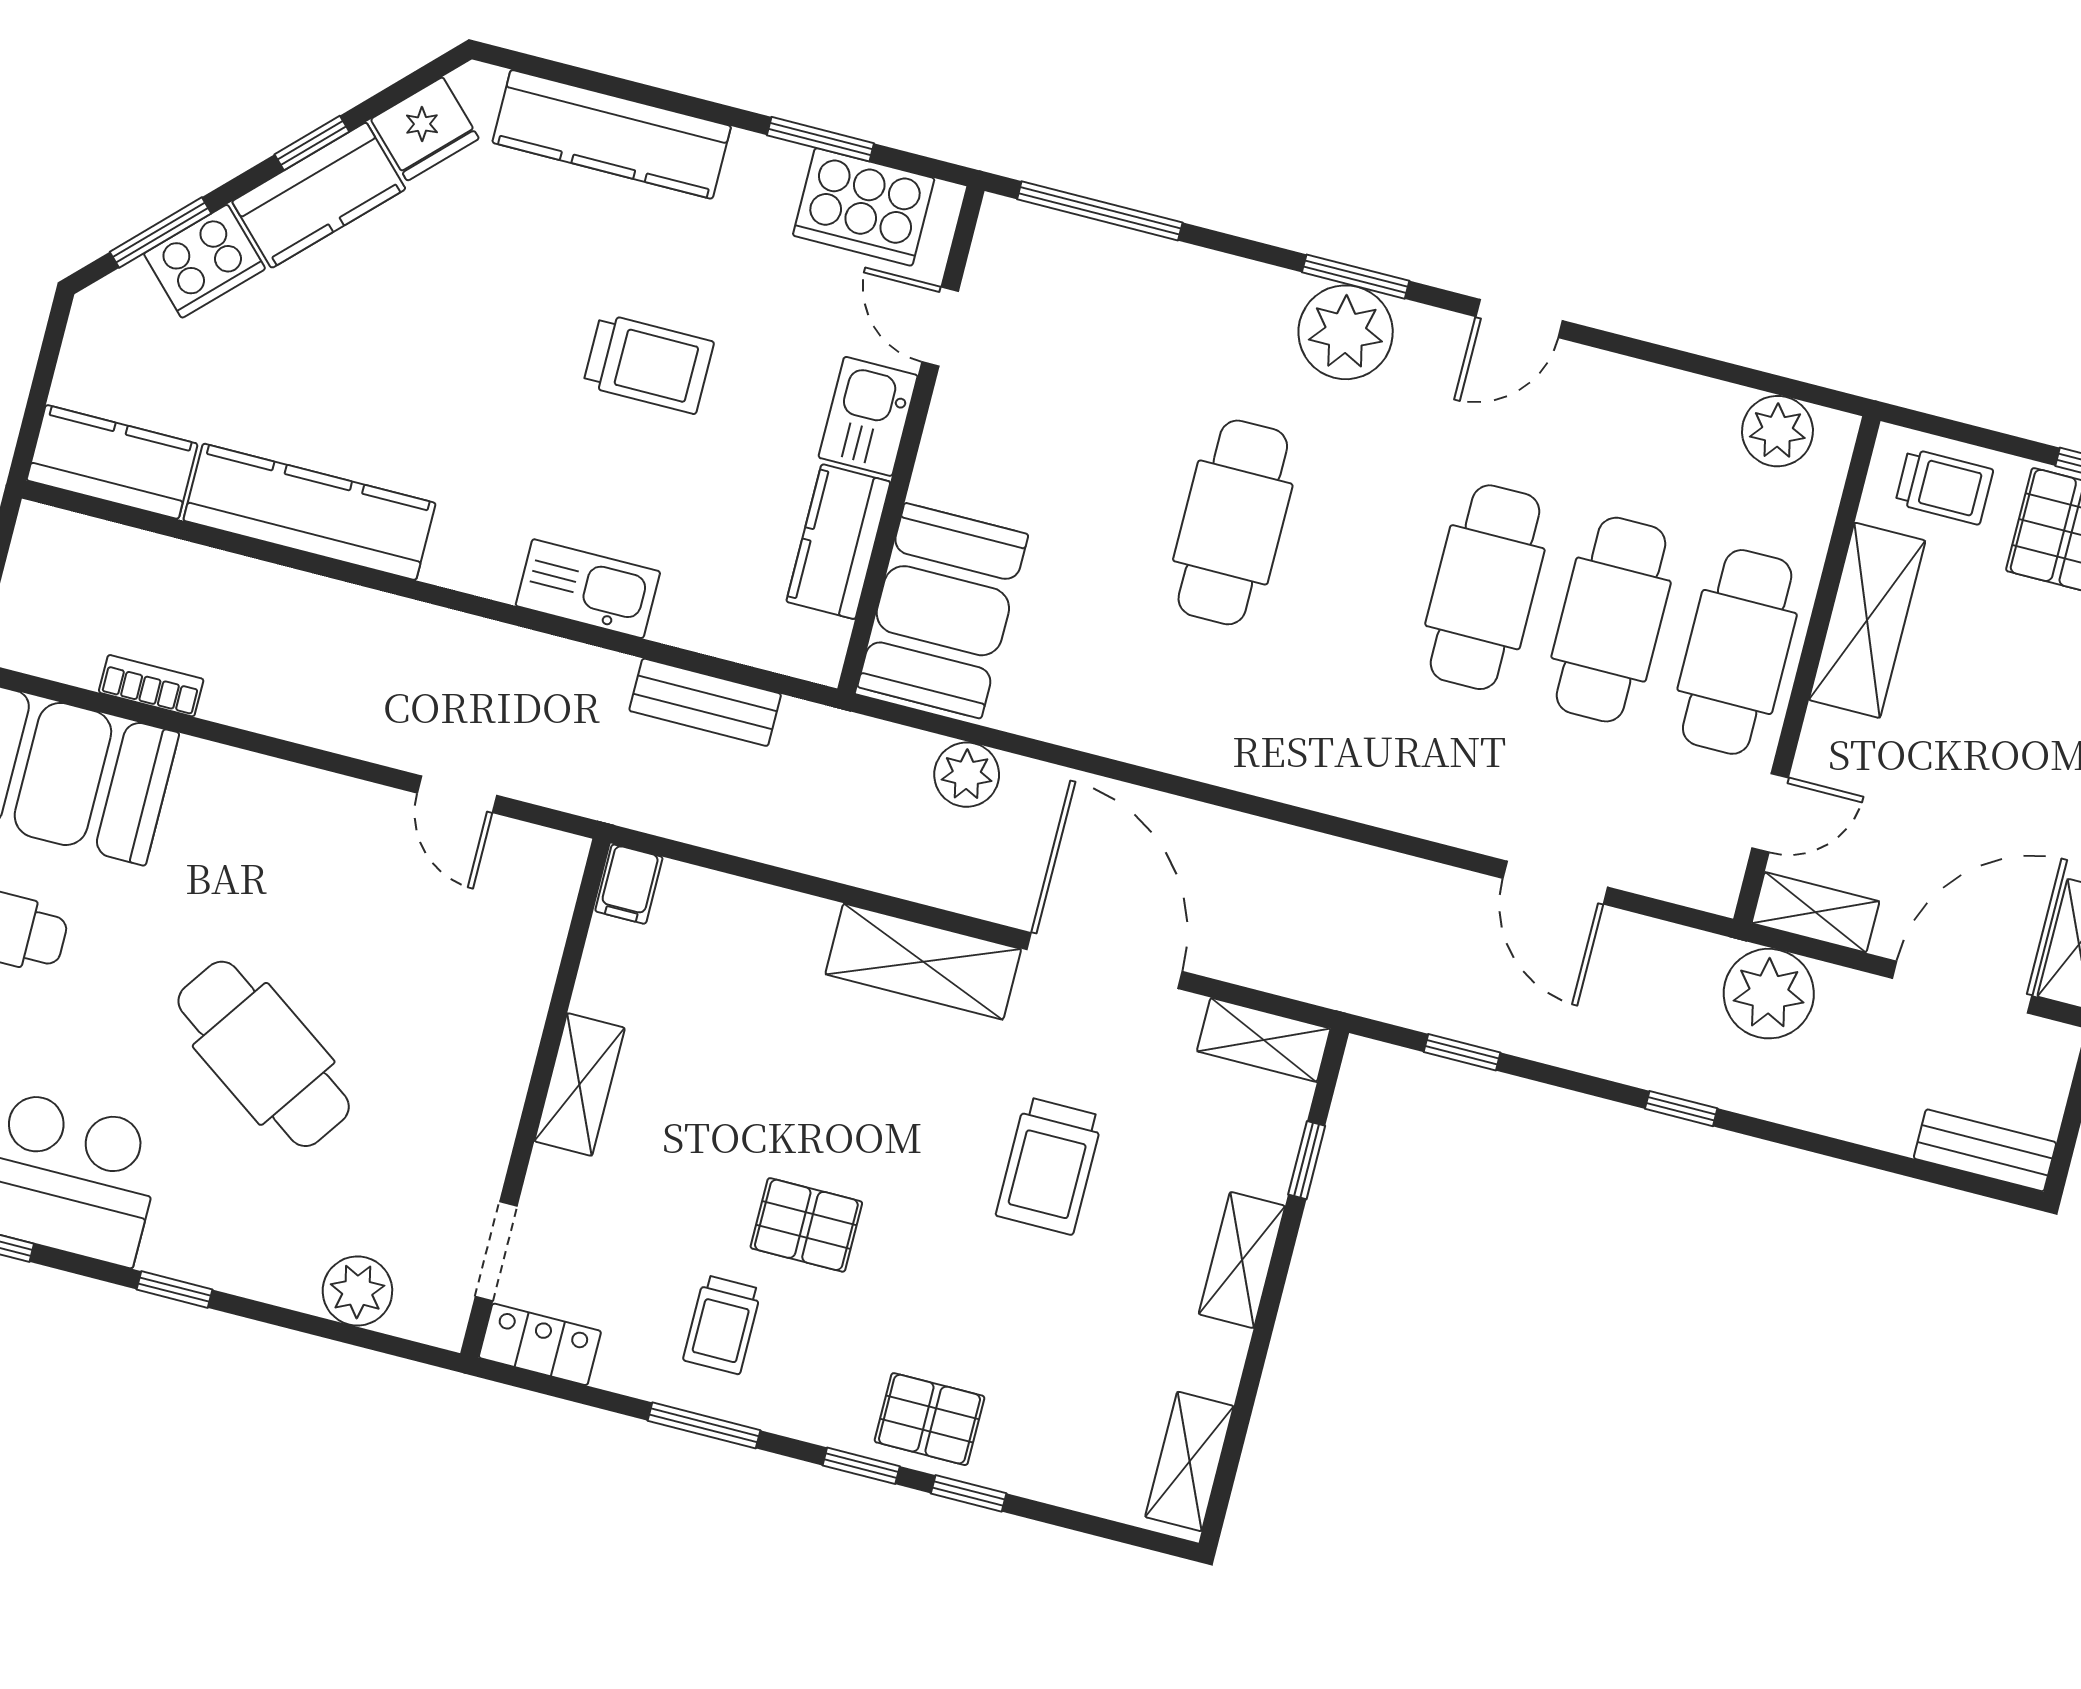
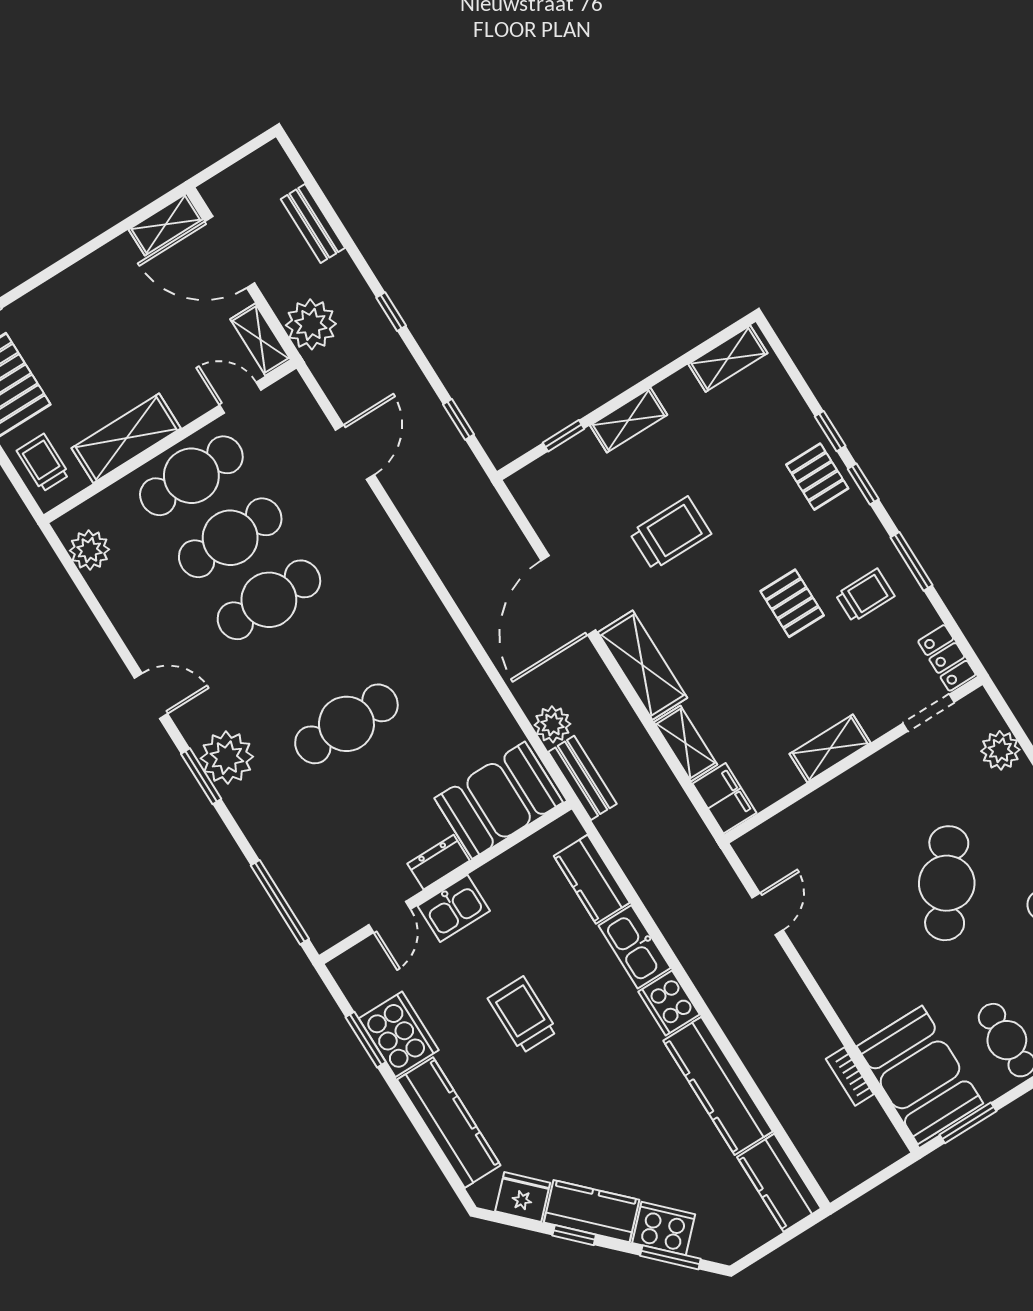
cooker: (864, 207) -> (399, 1034), moved
dresser: (944, 457) -> (439, 862), added
kitchen counter: (838, 542) -> (592, 879), moved, turned 90
cooker: (475, 559) -> (669, 1003), added
bench: (705, 702) -> (583, 778), moved
filing cabinet: (629, 884) -> (725, 798), width x2.00
shelving: (1264, 1040) -> (686, 743), moved
bench: (1985, 1150) -> (313, 224), moved

